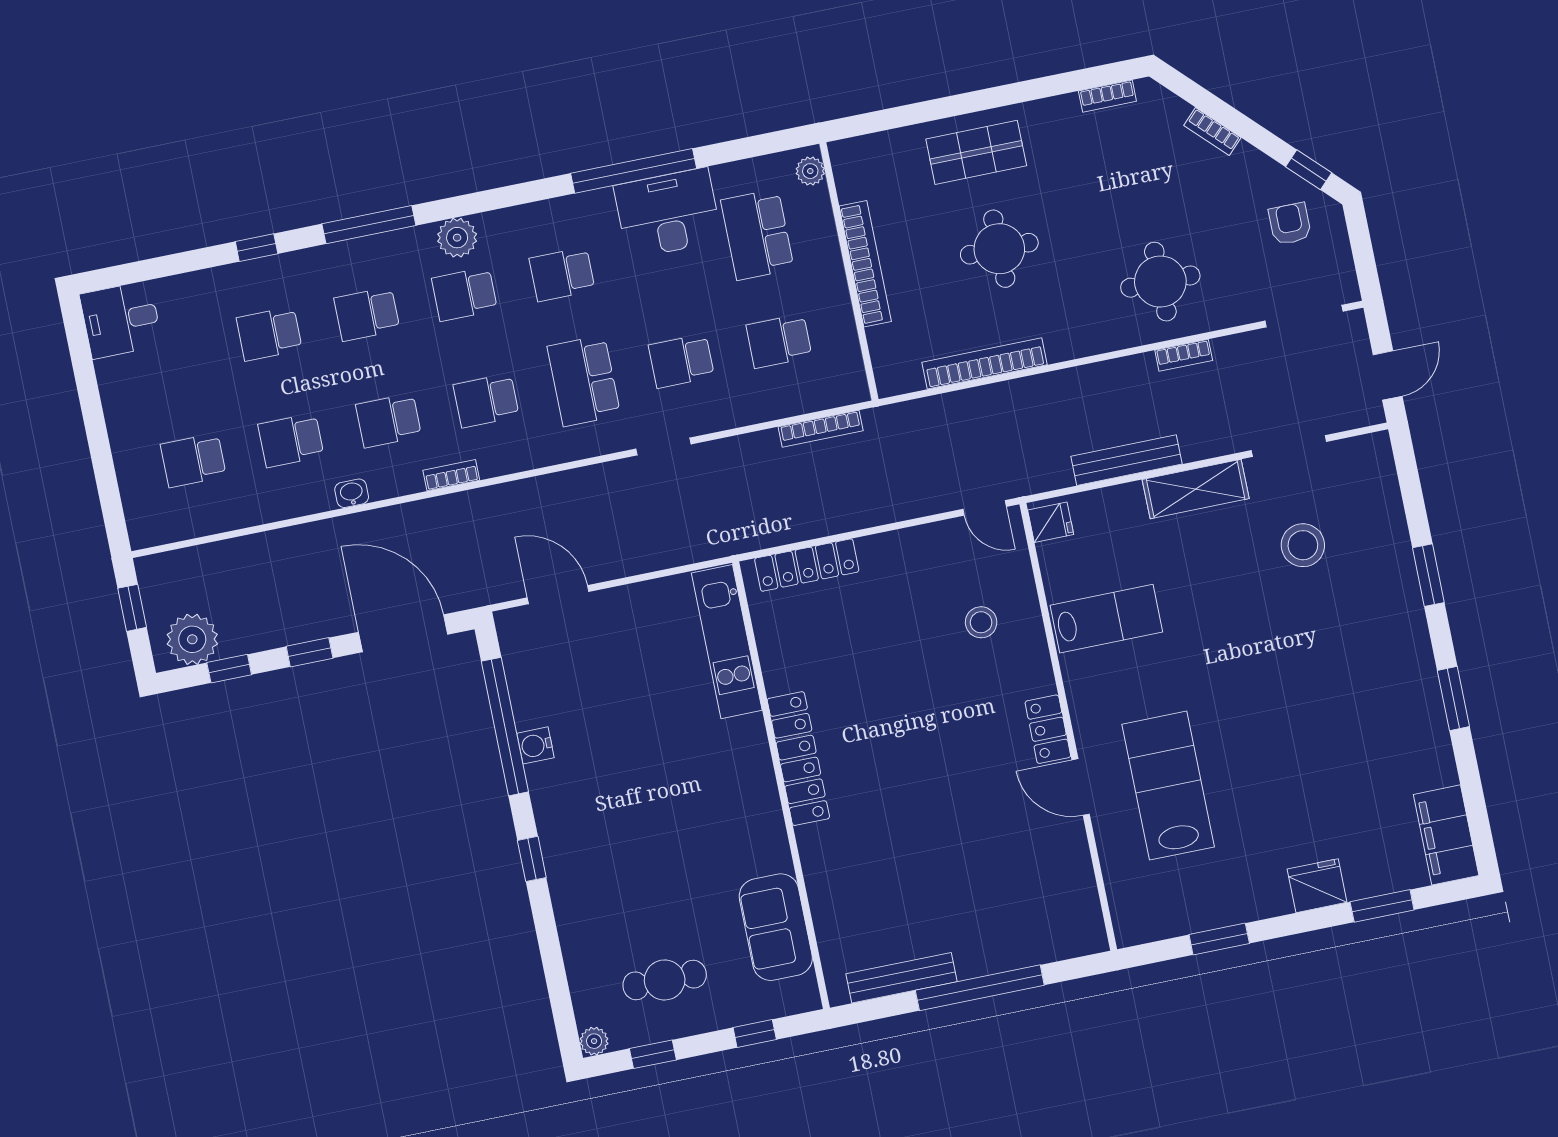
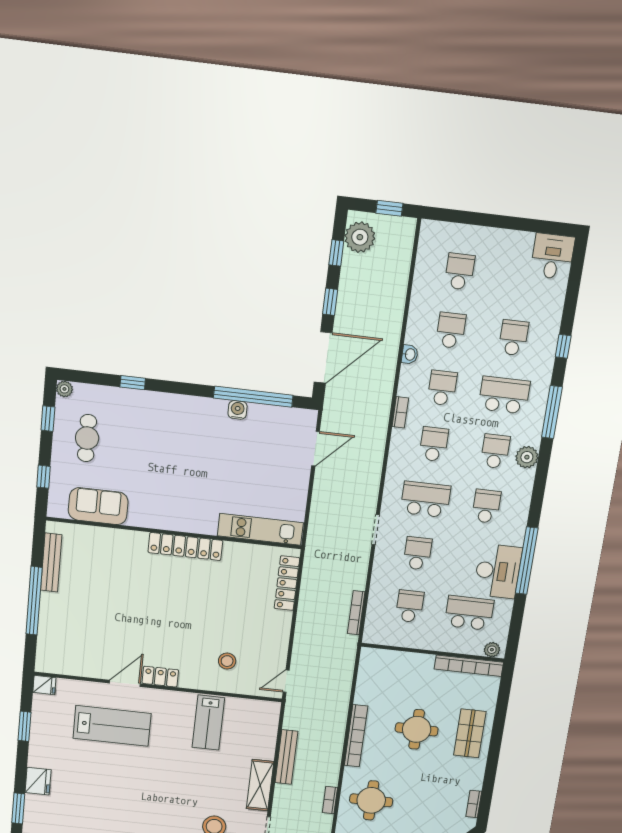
bookcase: (865, 264) -> (469, 666), moved
school desk: (367, 314) -> (504, 395), width x1.85
bookcase: (985, 363) -> (356, 736), moved
fridge: (1051, 522) -> (44, 685), moved, turned -90
window: (532, 859) -> (133, 383), moved

